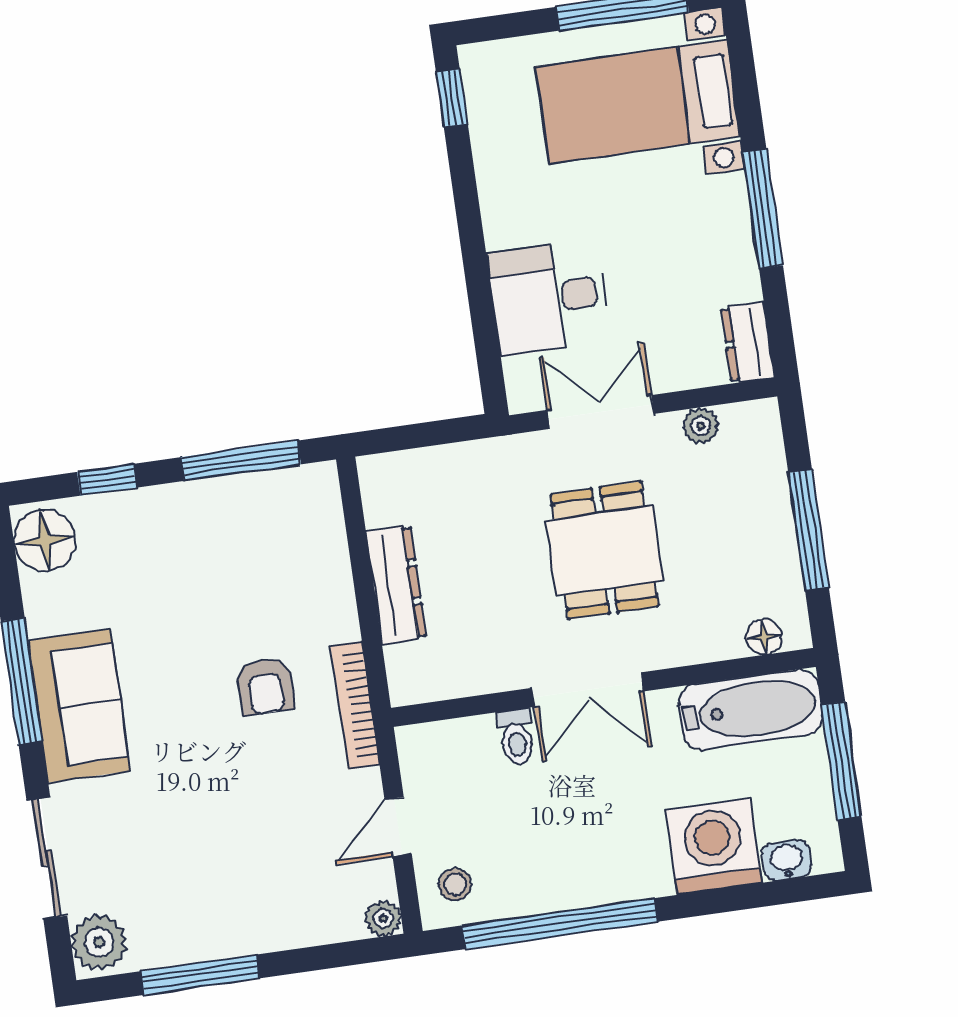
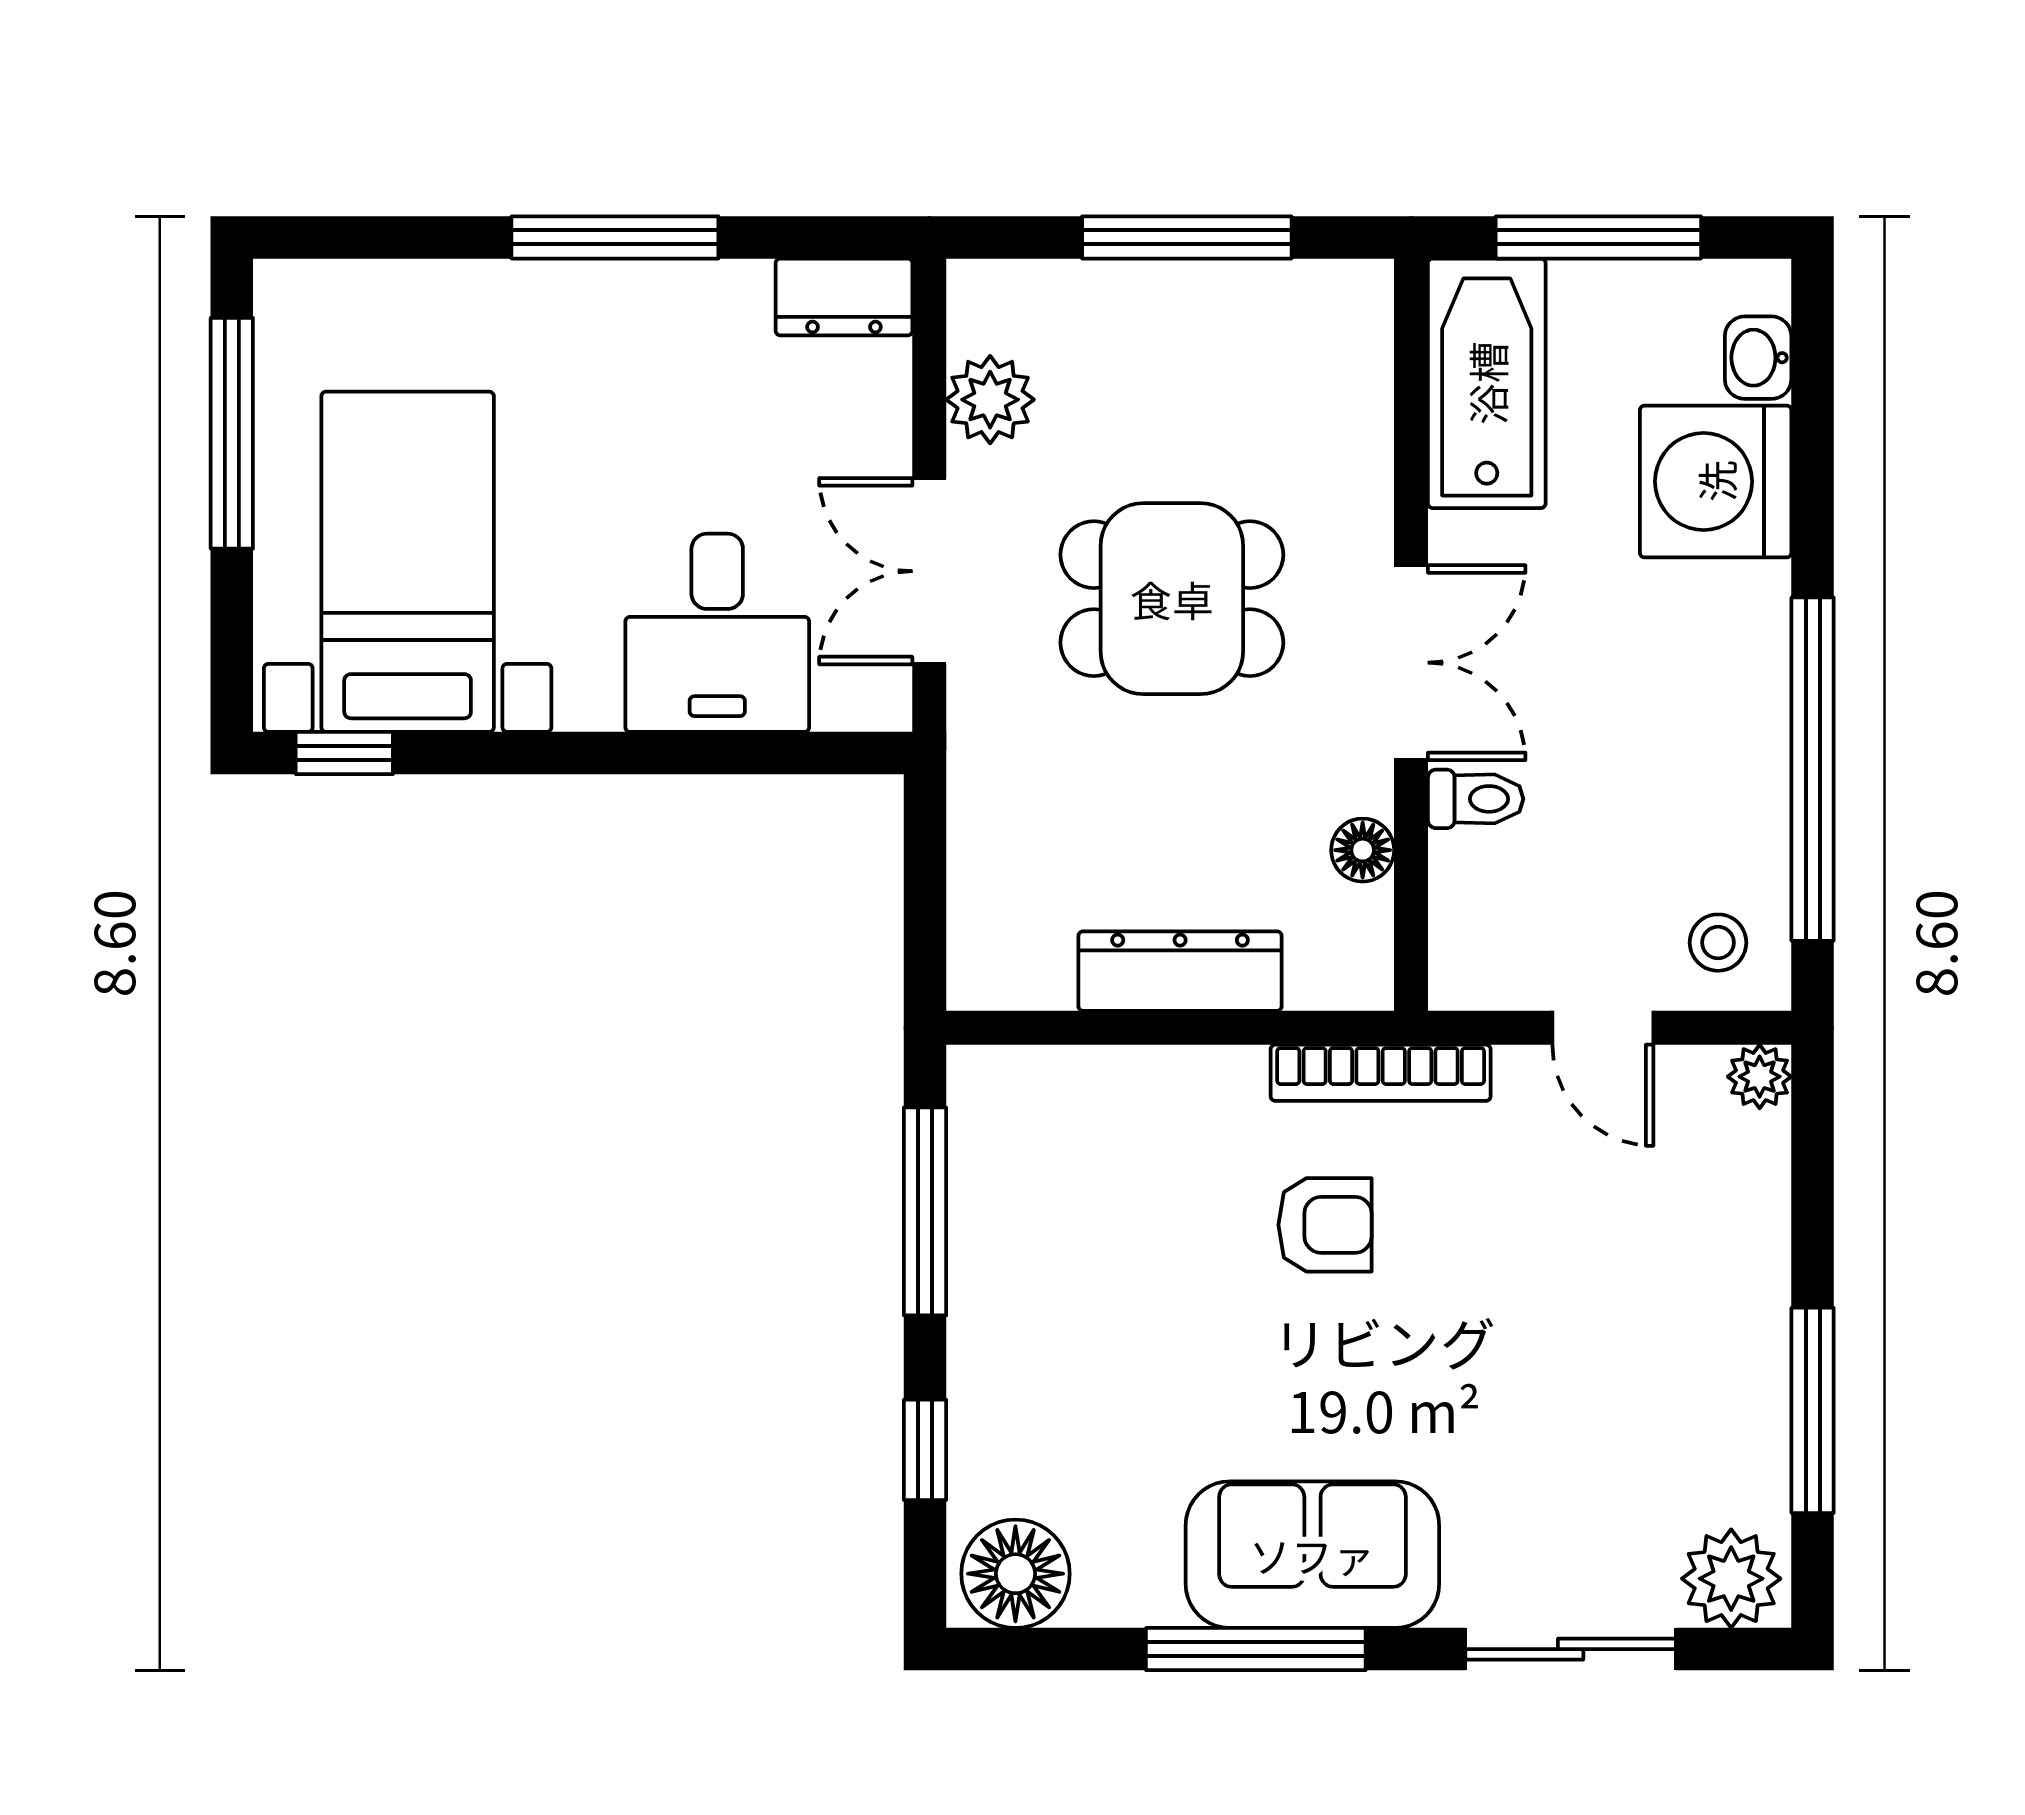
bed with nightstands: (638, 102) -> (408, 562), moved, turned 180
plant: (701, 426) -> (990, 400), width x1.38, depth x1.38
floor lamp: (764, 637) -> (1363, 850), moved

